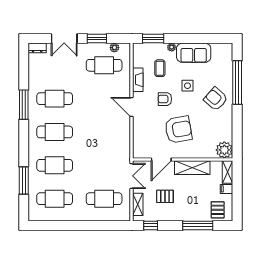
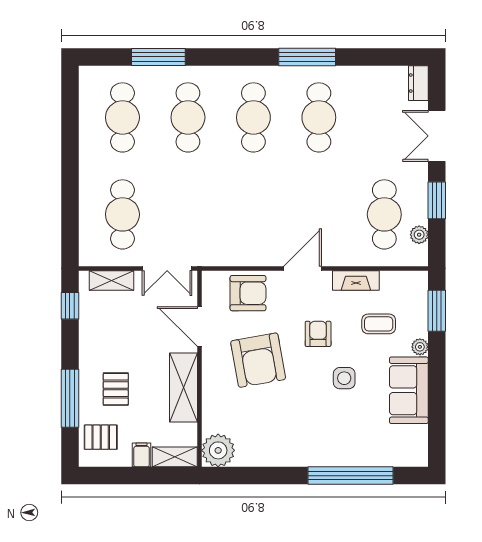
armchair: (216, 99) -> (248, 293), moved, turned 49
pallet: (165, 196) -> (116, 389), moved

